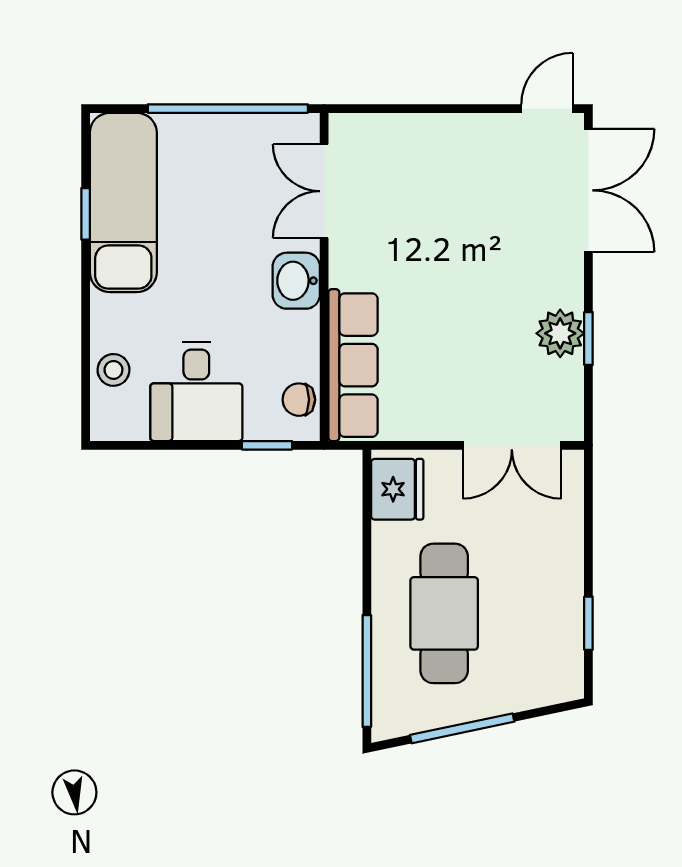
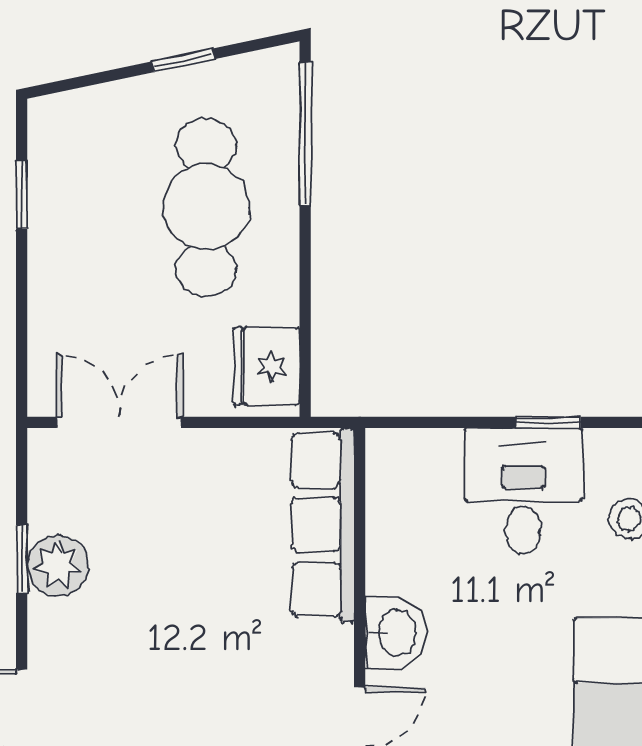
chair: (299, 400) -> (392, 481), removed
window: (267, 445) -> (548, 422), moved
window: (462, 728) -> (183, 60), width x0.46

